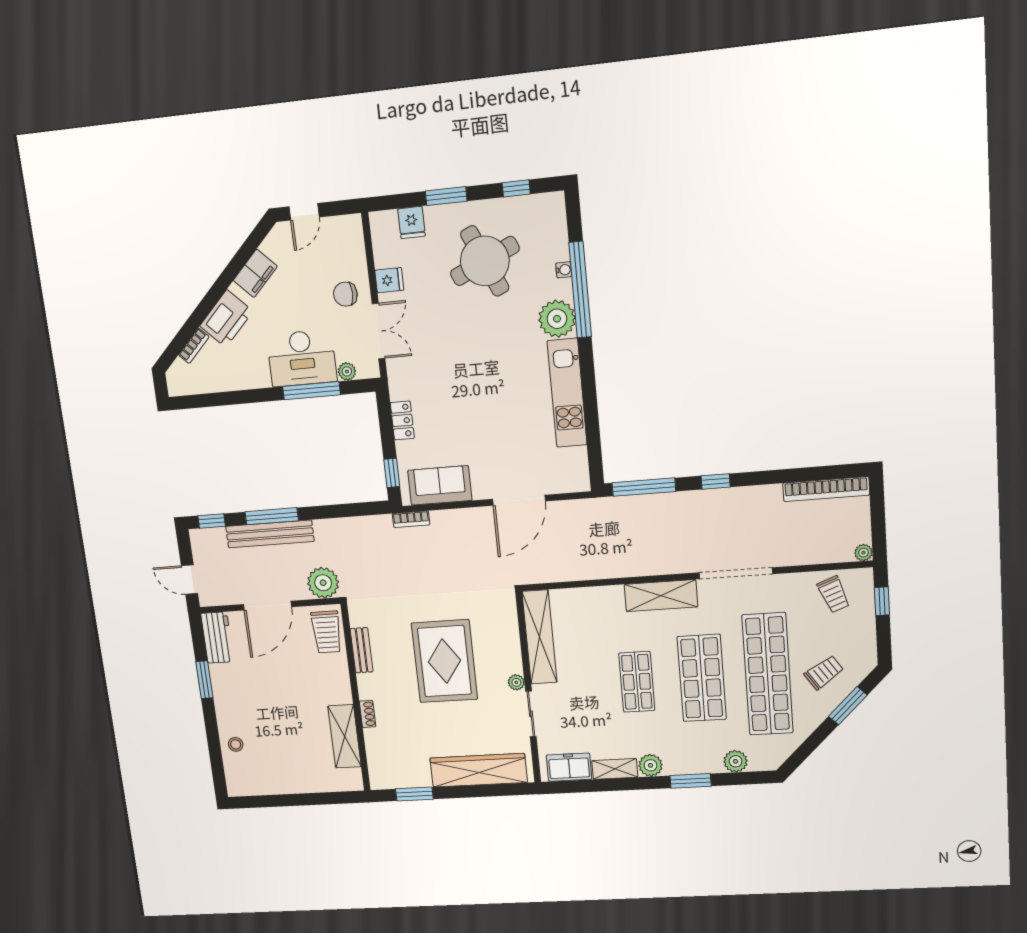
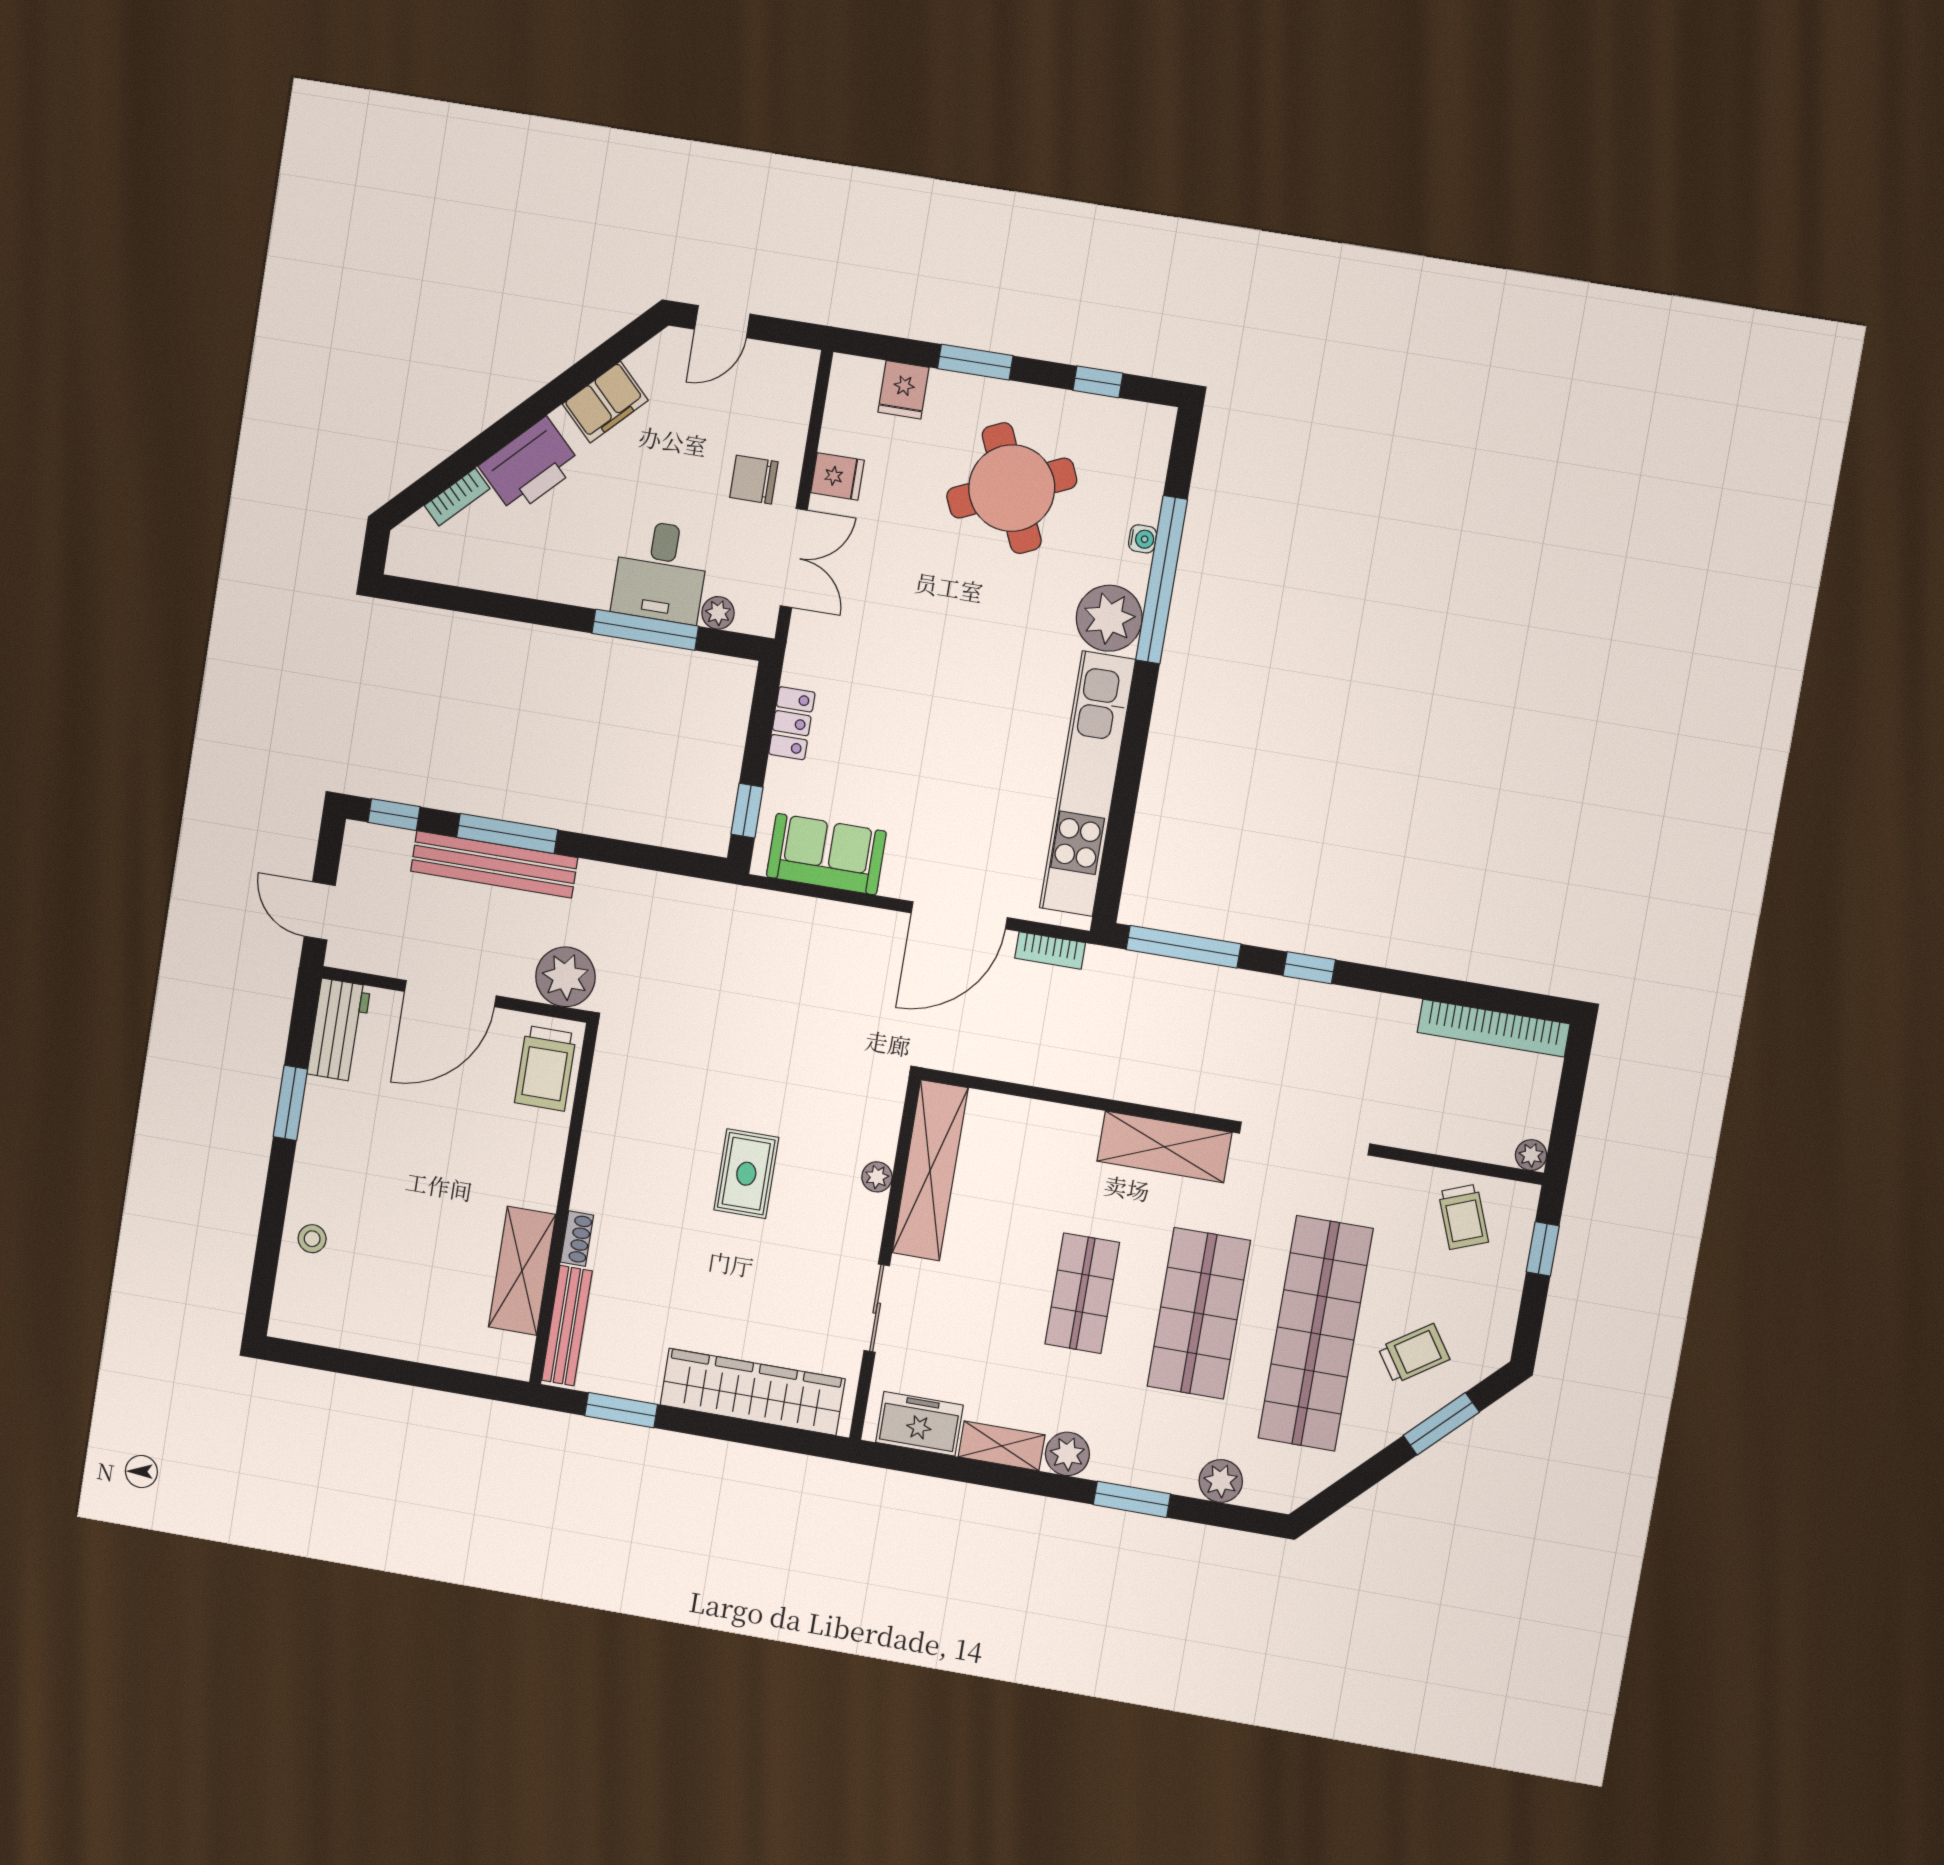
desk: (302, 358) -> (661, 572), width x0.73
kitchen unit: (567, 393) -> (1087, 784), width x1.36
bookcase: (411, 519) -> (1050, 950), moved
bench: (362, 650) -> (567, 1326), moved, width x1.36
rug: (444, 661) -> (746, 1174), width x0.54, depth x0.49
plant: (516, 682) -> (877, 1177), moved

